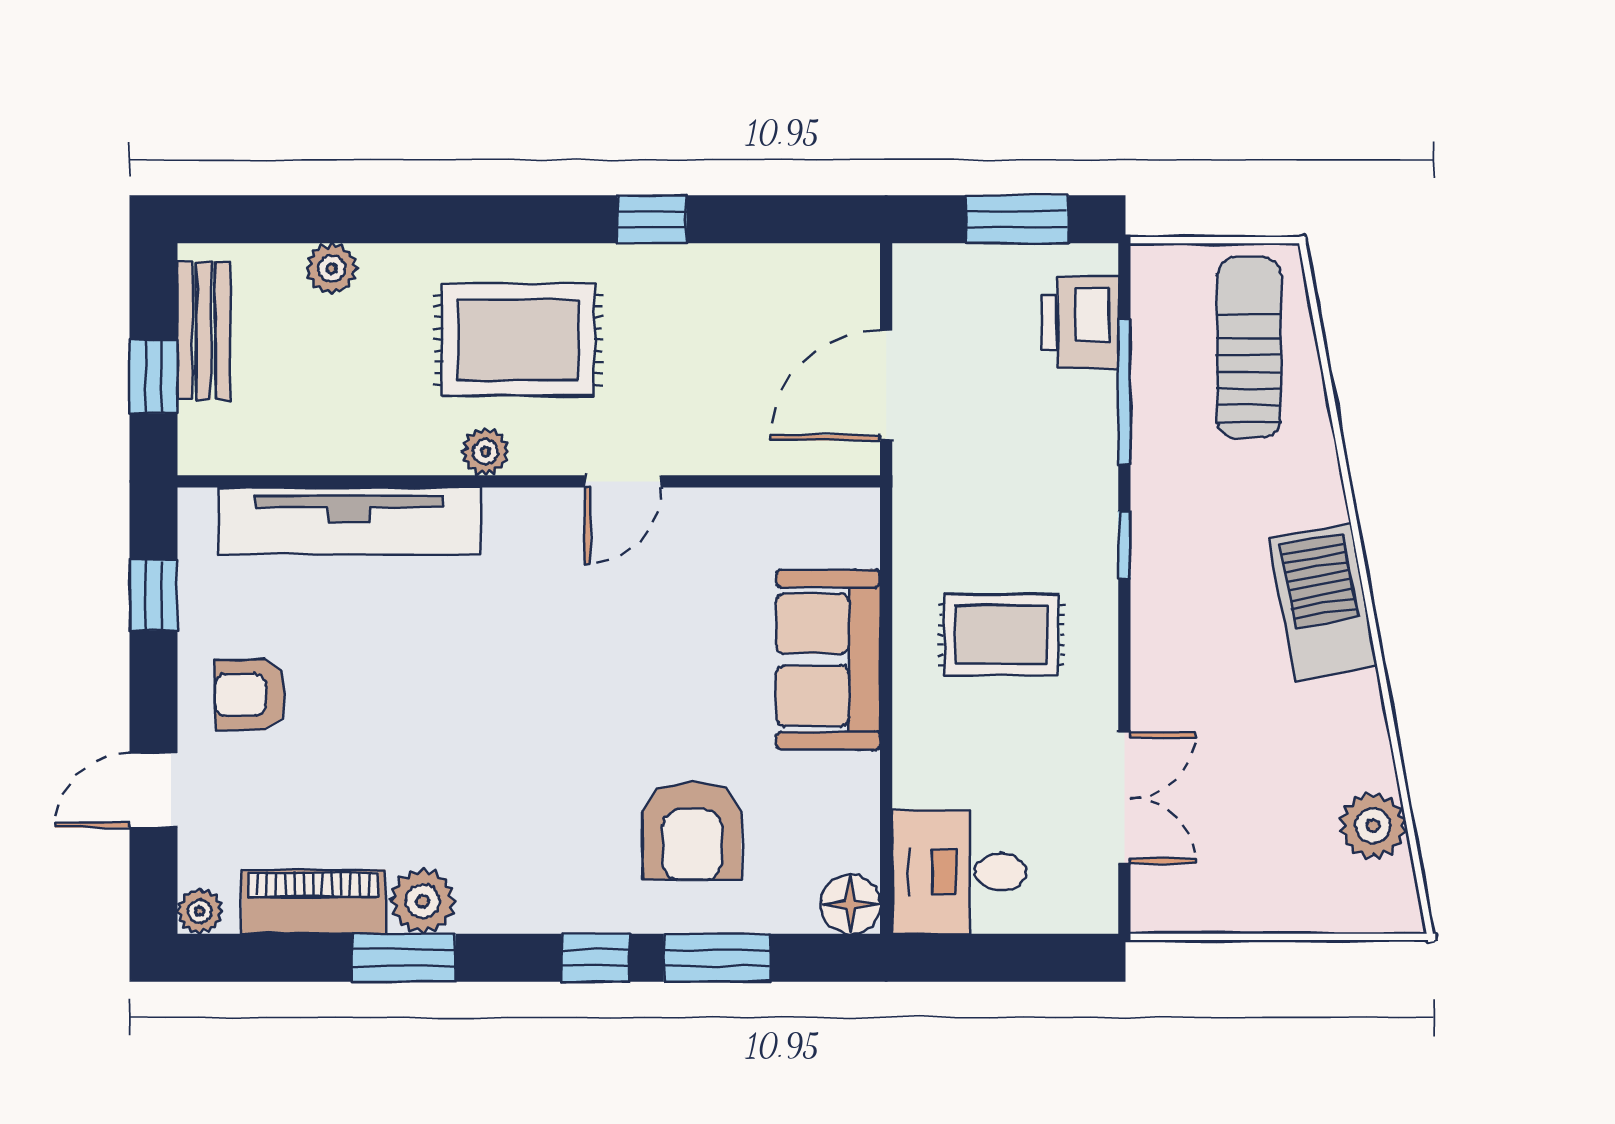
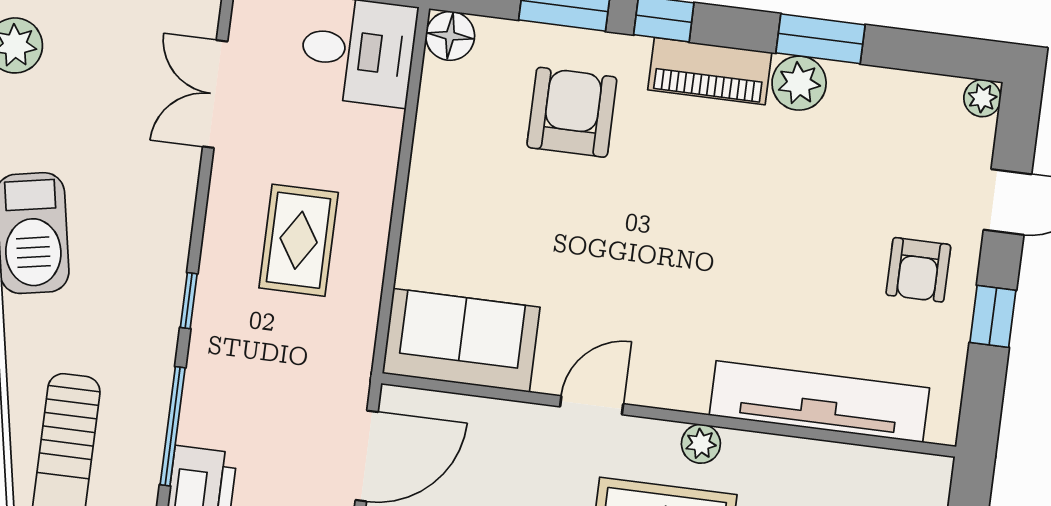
window: (153, 595) -> (993, 316), moved
rug: (1001, 635) -> (299, 240), turned 90
sofa: (828, 660) -> (461, 340), moved, turned -90
armchair: (250, 695) -> (918, 270), turned 90
piano: (313, 902) -> (710, 71), moved

